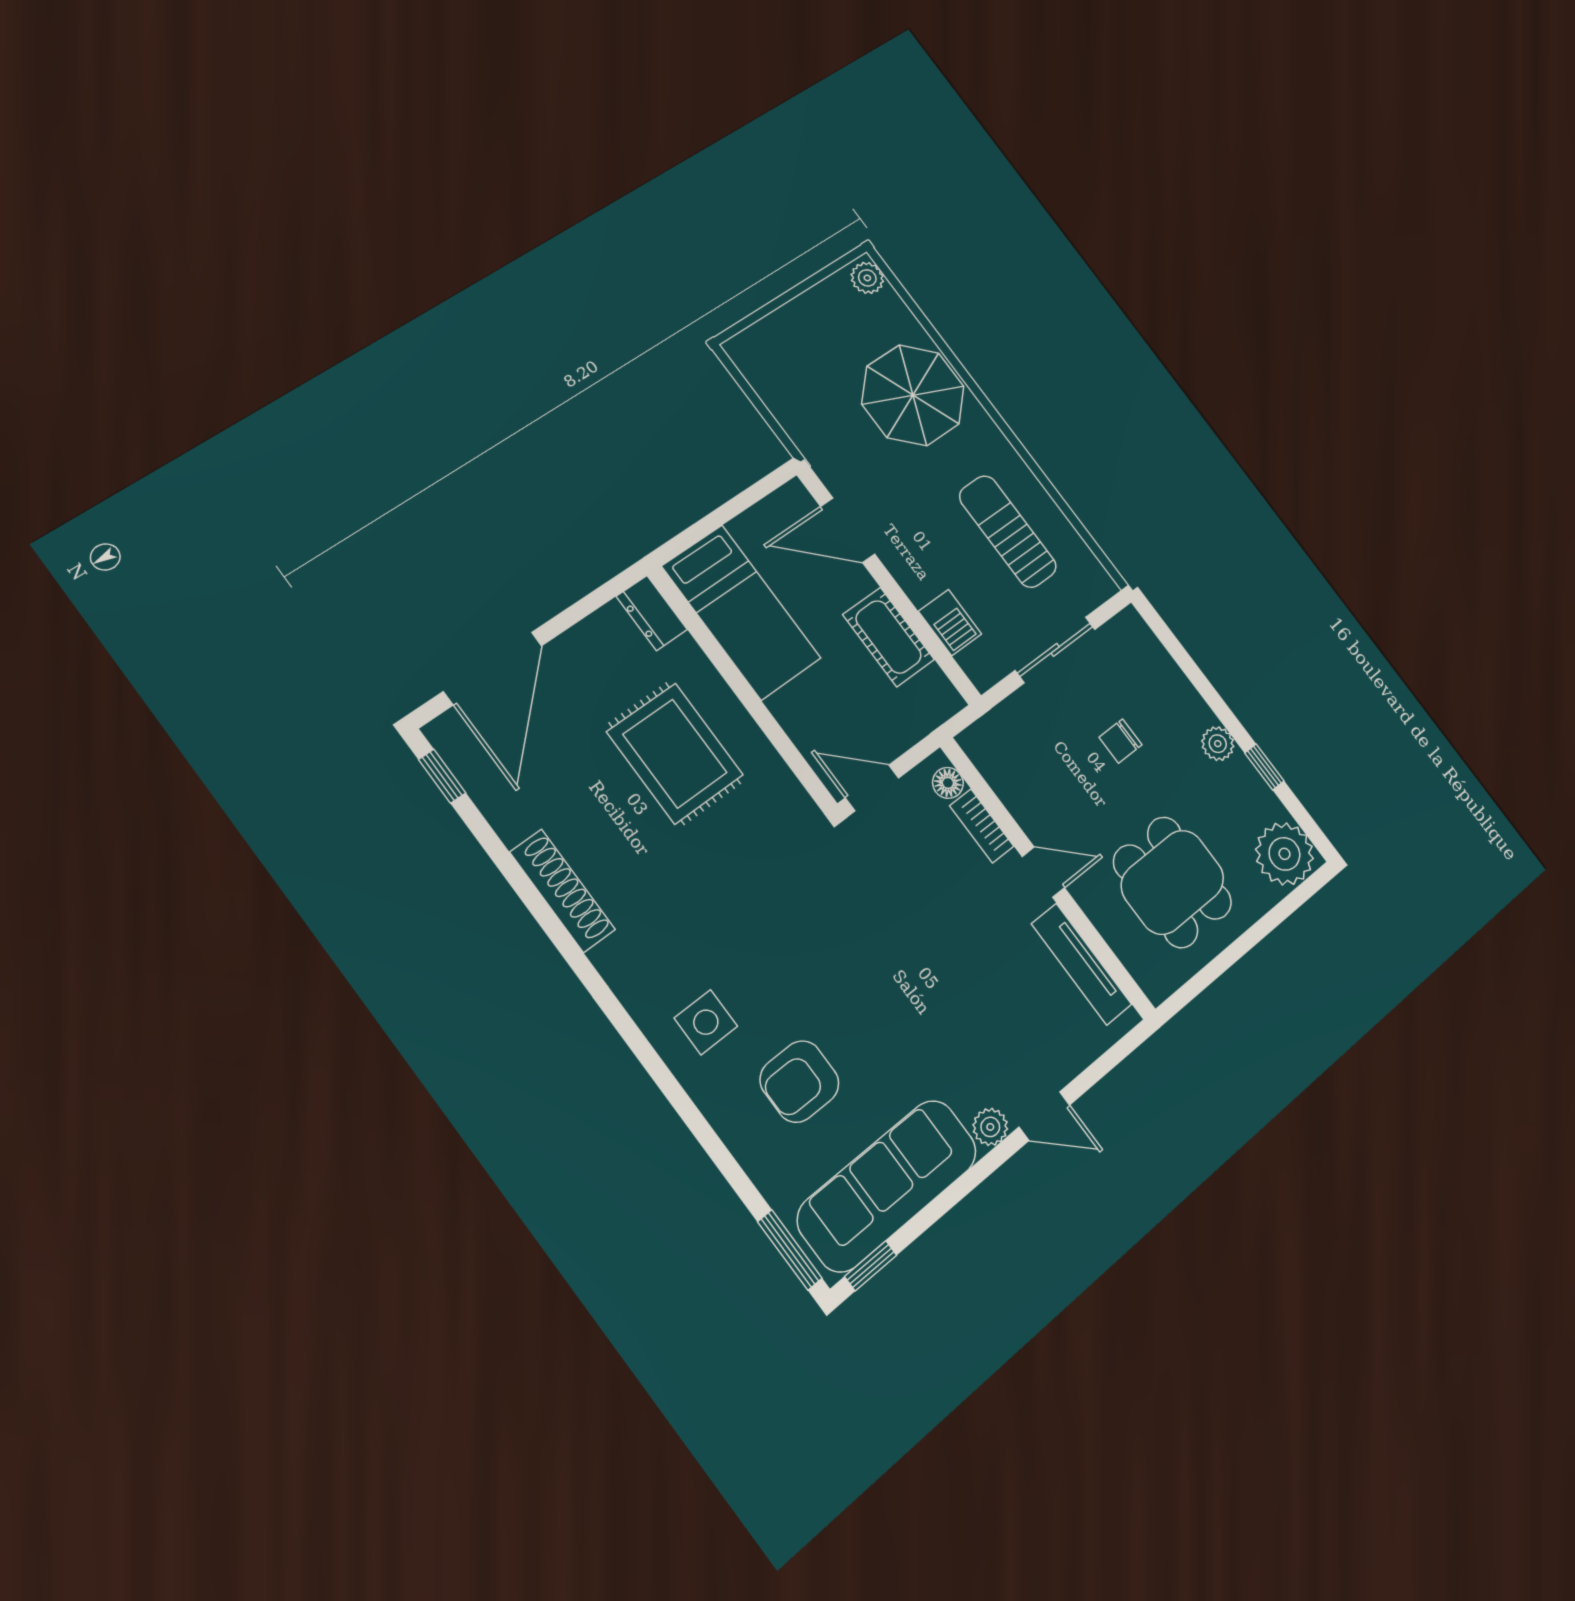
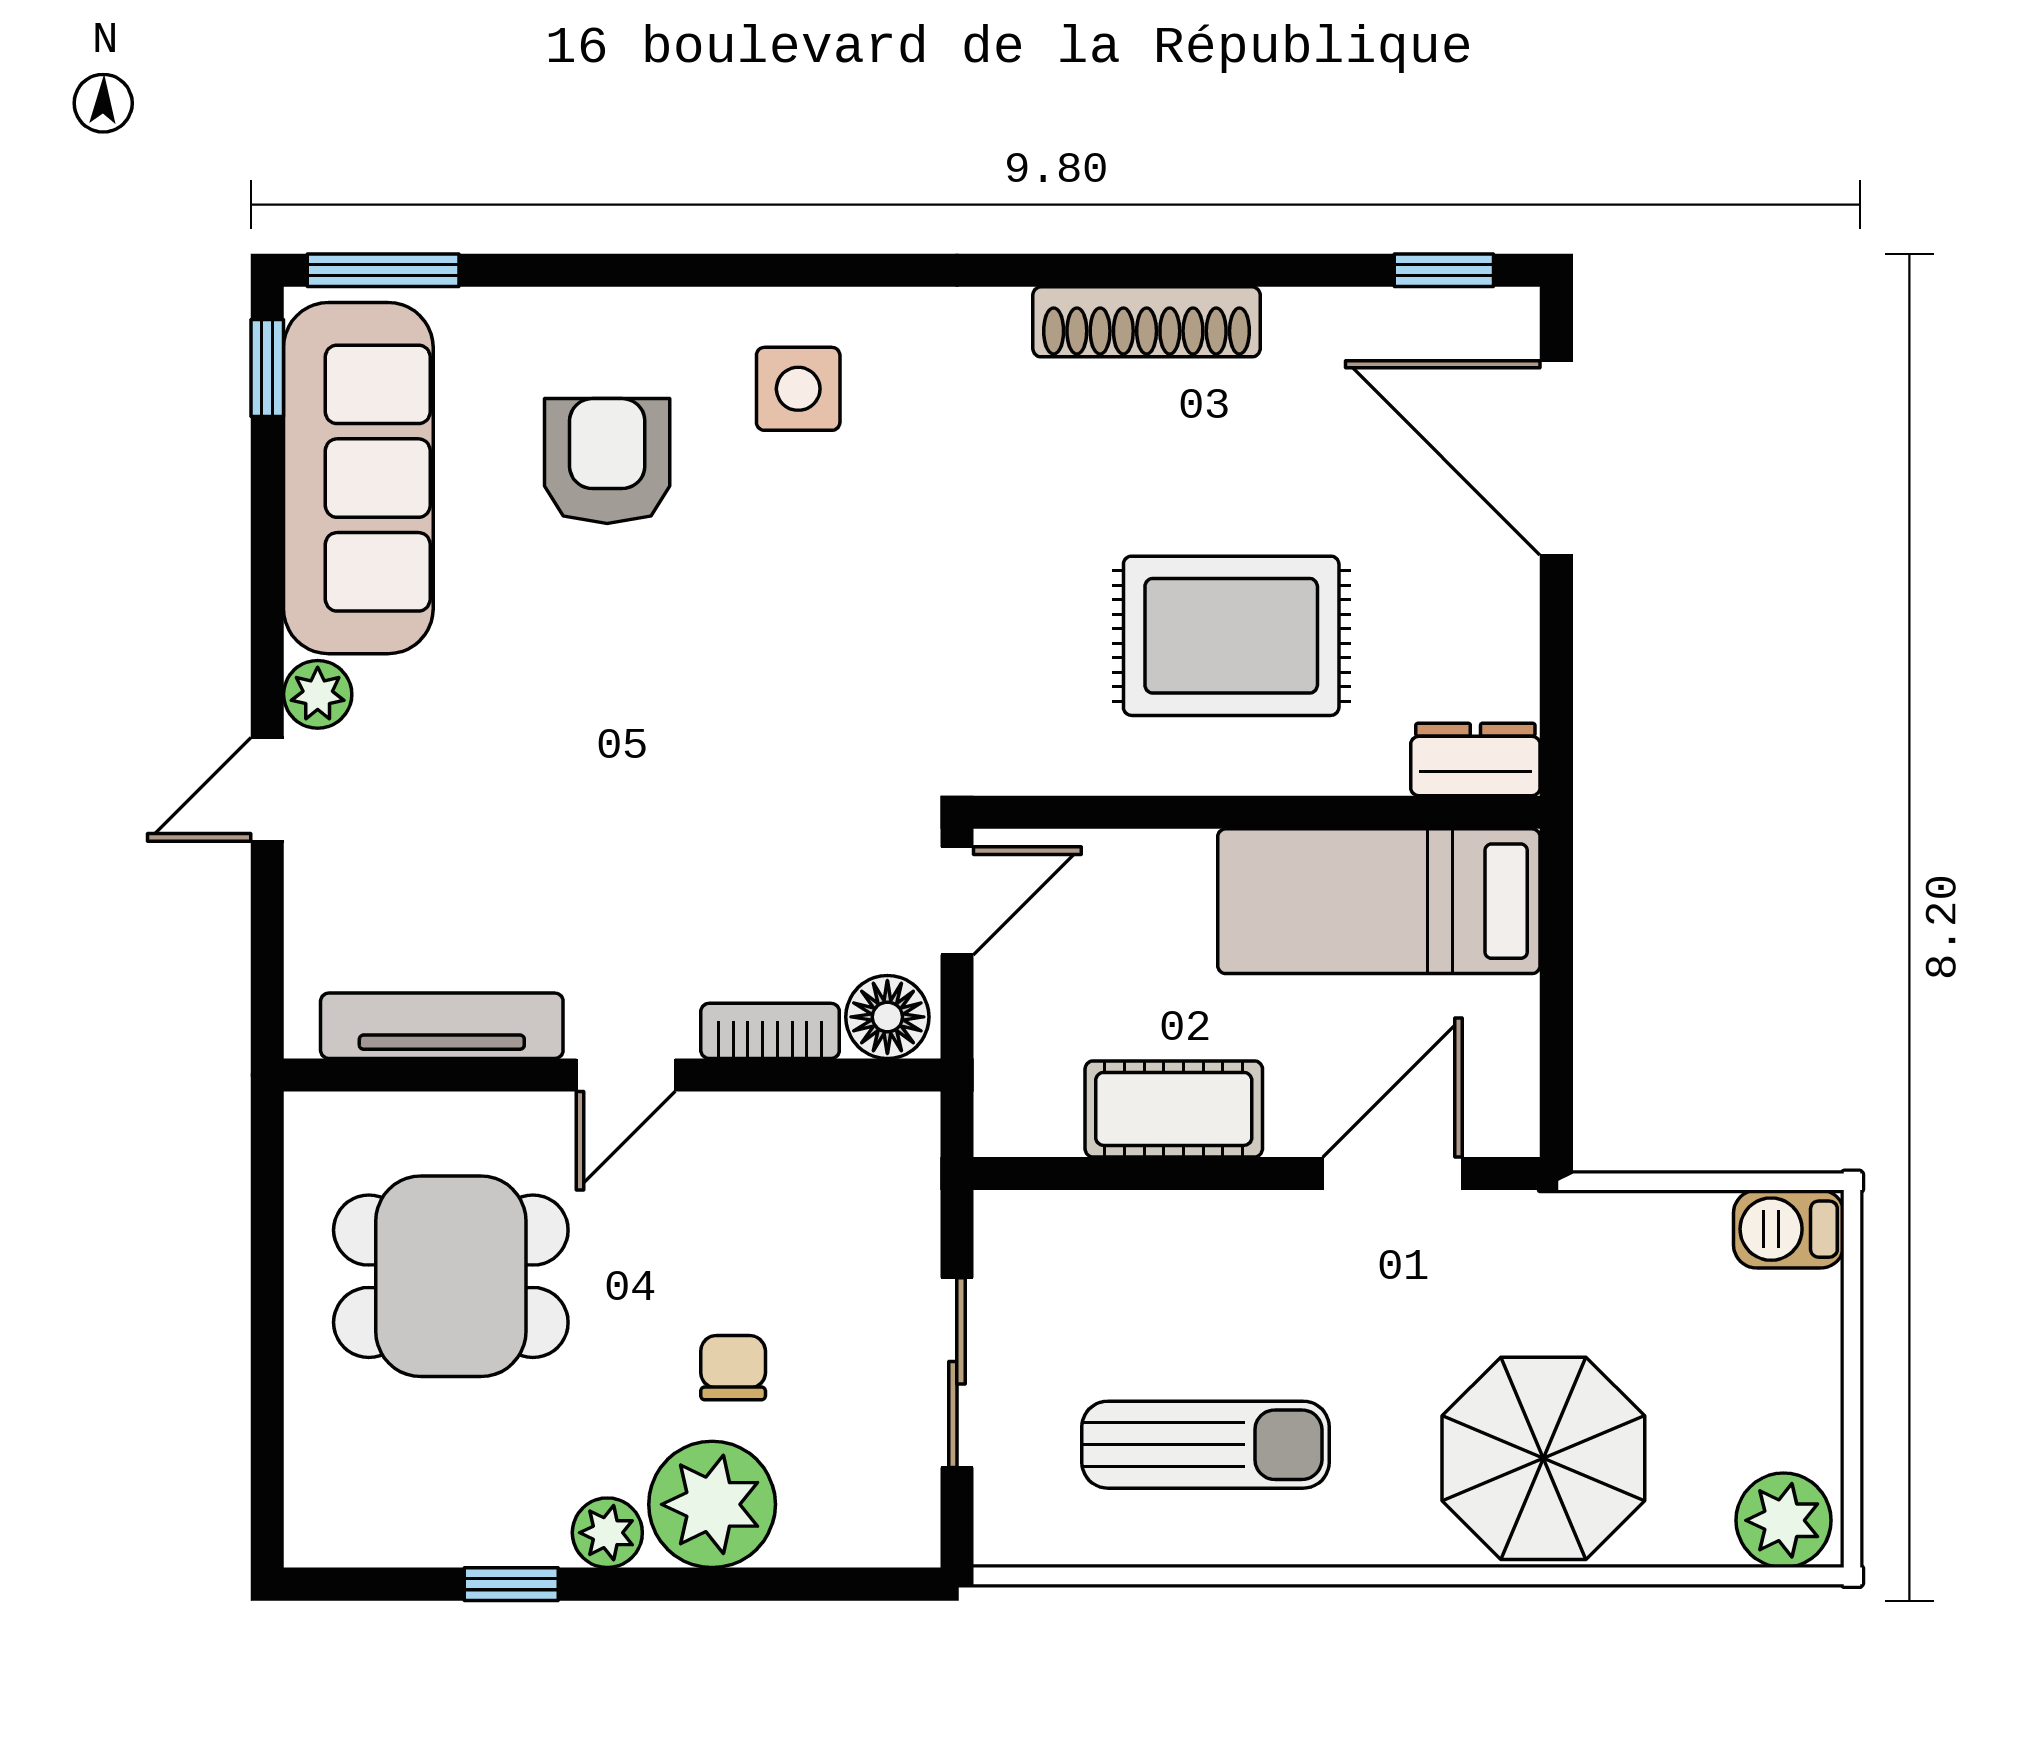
plant: (867, 278) -> (1784, 1520), width x1.38, depth x1.38
barbecue: (950, 623) -> (1789, 1229), moved
floor lamp: (948, 783) -> (887, 1017), width x1.37, depth x1.37
plant: (1284, 854) -> (712, 1504), moved

